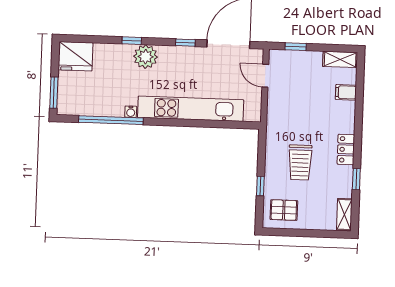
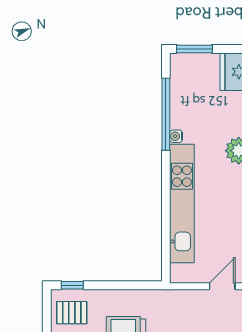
window: (260, 186) -> (72, 285), moved
pallet: (284, 210) -> (72, 313), turned 90

